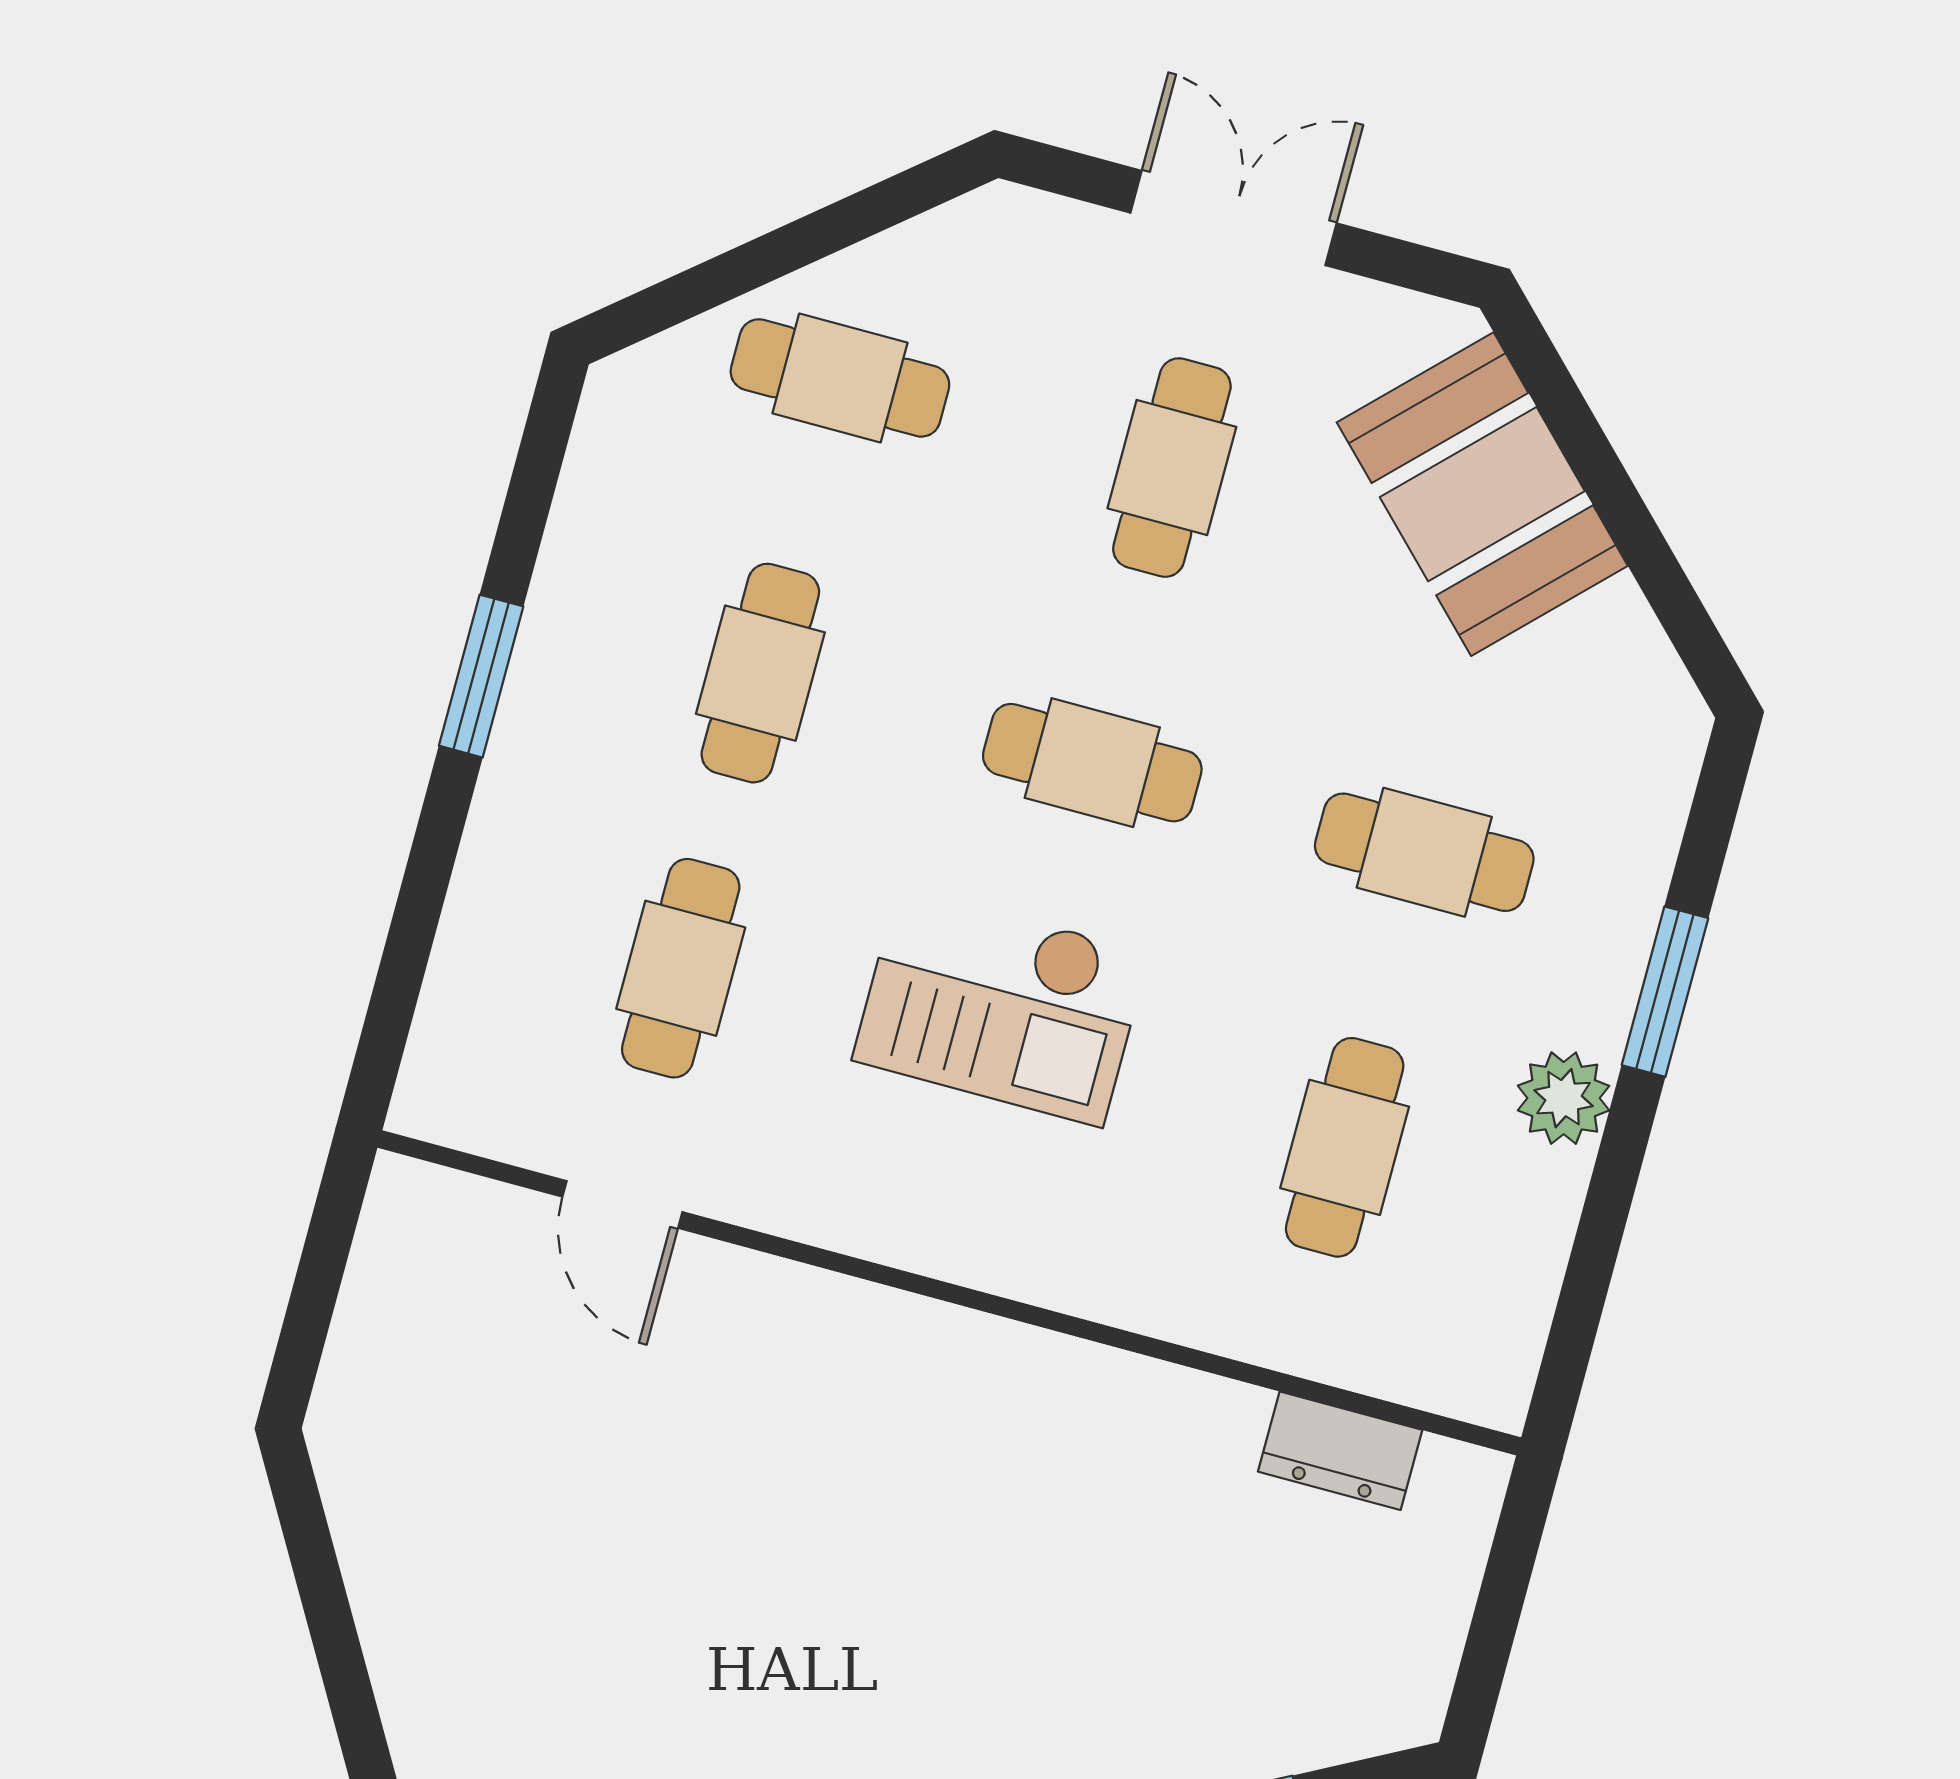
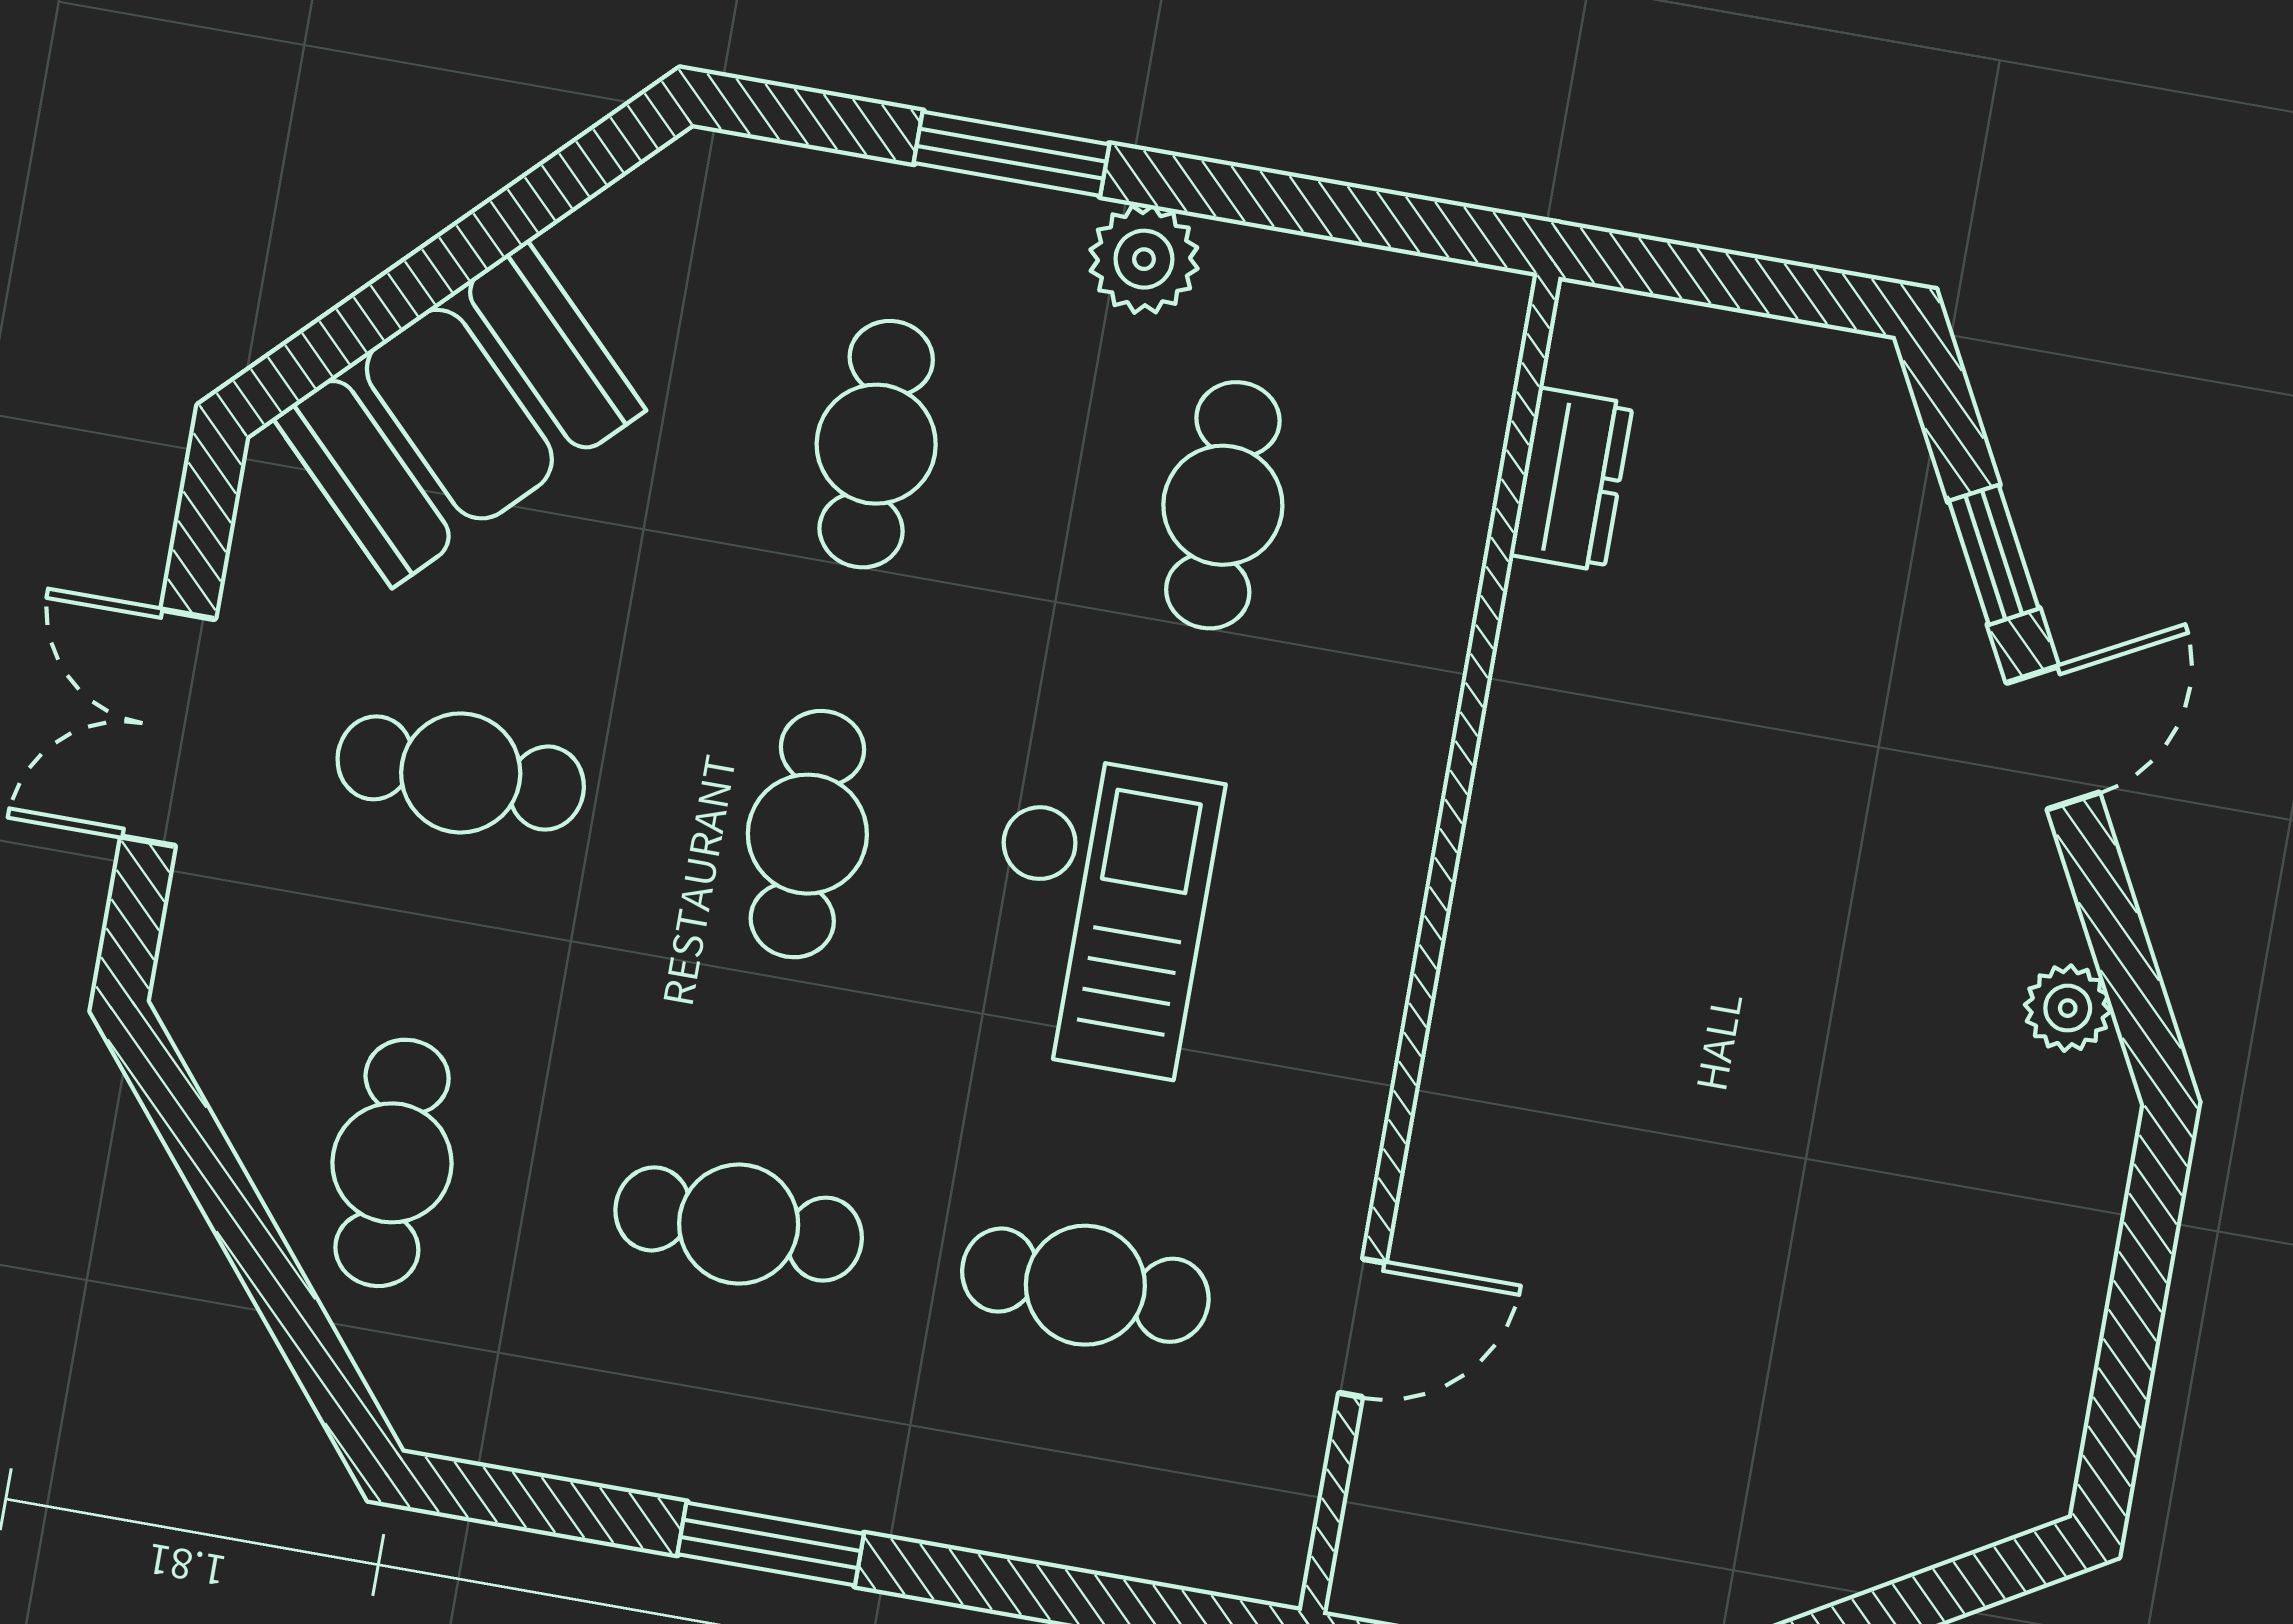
cafe table: (1345, 1147) -> (1223, 505), turned 90

